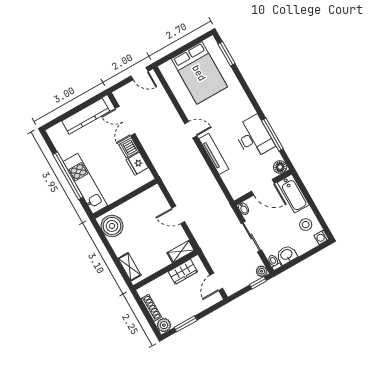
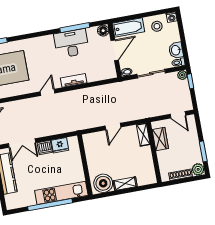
tv unit: (214, 154) -> (74, 80), width x0.71
shelving: (130, 267) -> (125, 184), moved

